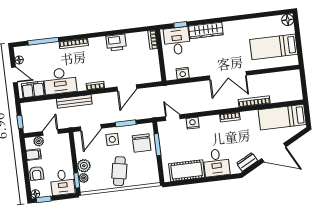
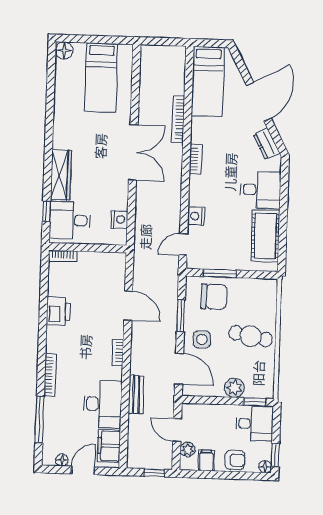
bench: (74, 101) -> (136, 394), width x0.73
plant: (84, 178) -> (253, 391), removed

